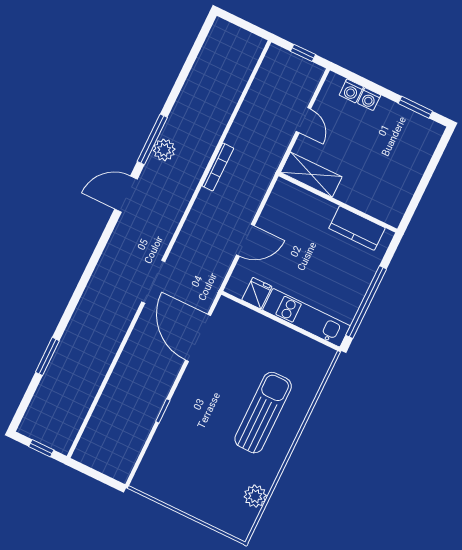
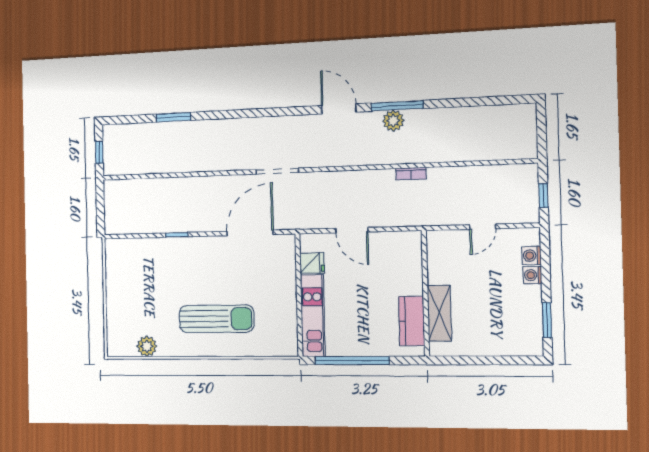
bookcase: (218, 167) -> (411, 174), width x0.64
shelving: (311, 175) -> (439, 313), moved

